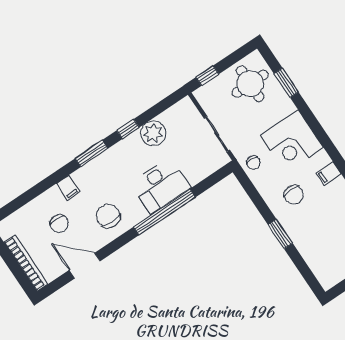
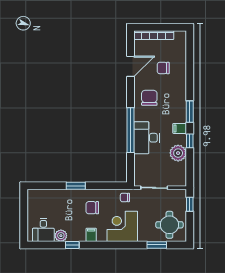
filing cabinet: (68, 188) -> (180, 128), moved
chair: (108, 216) -> (149, 98), turned -90

